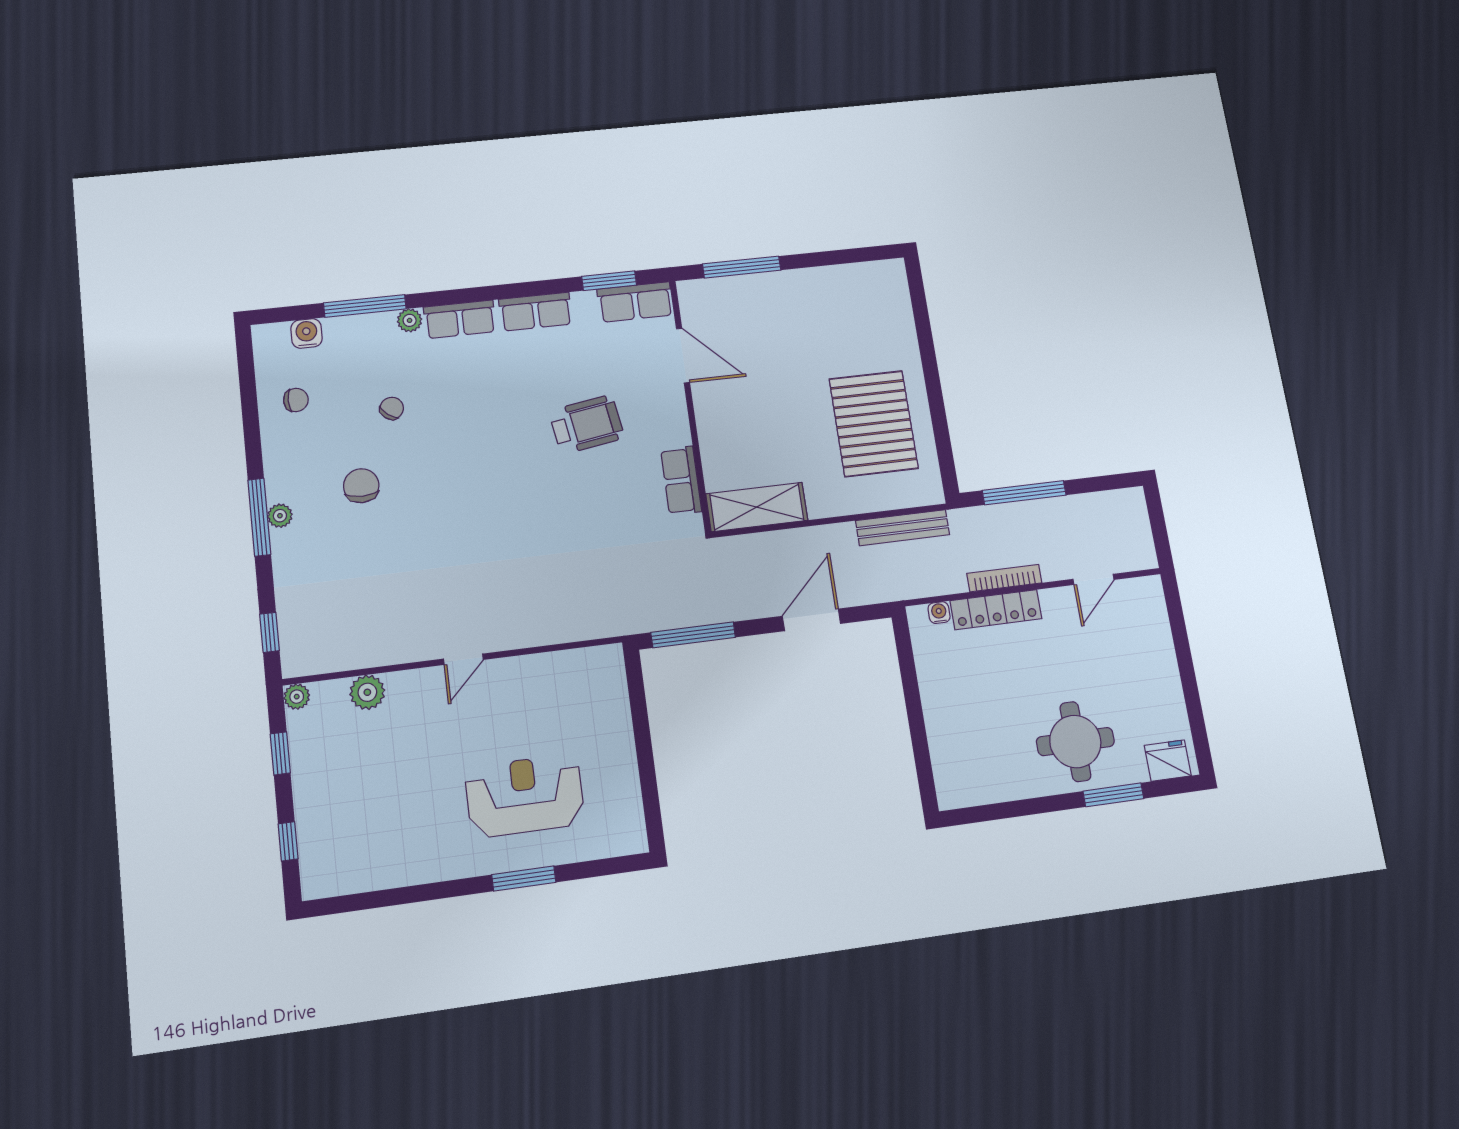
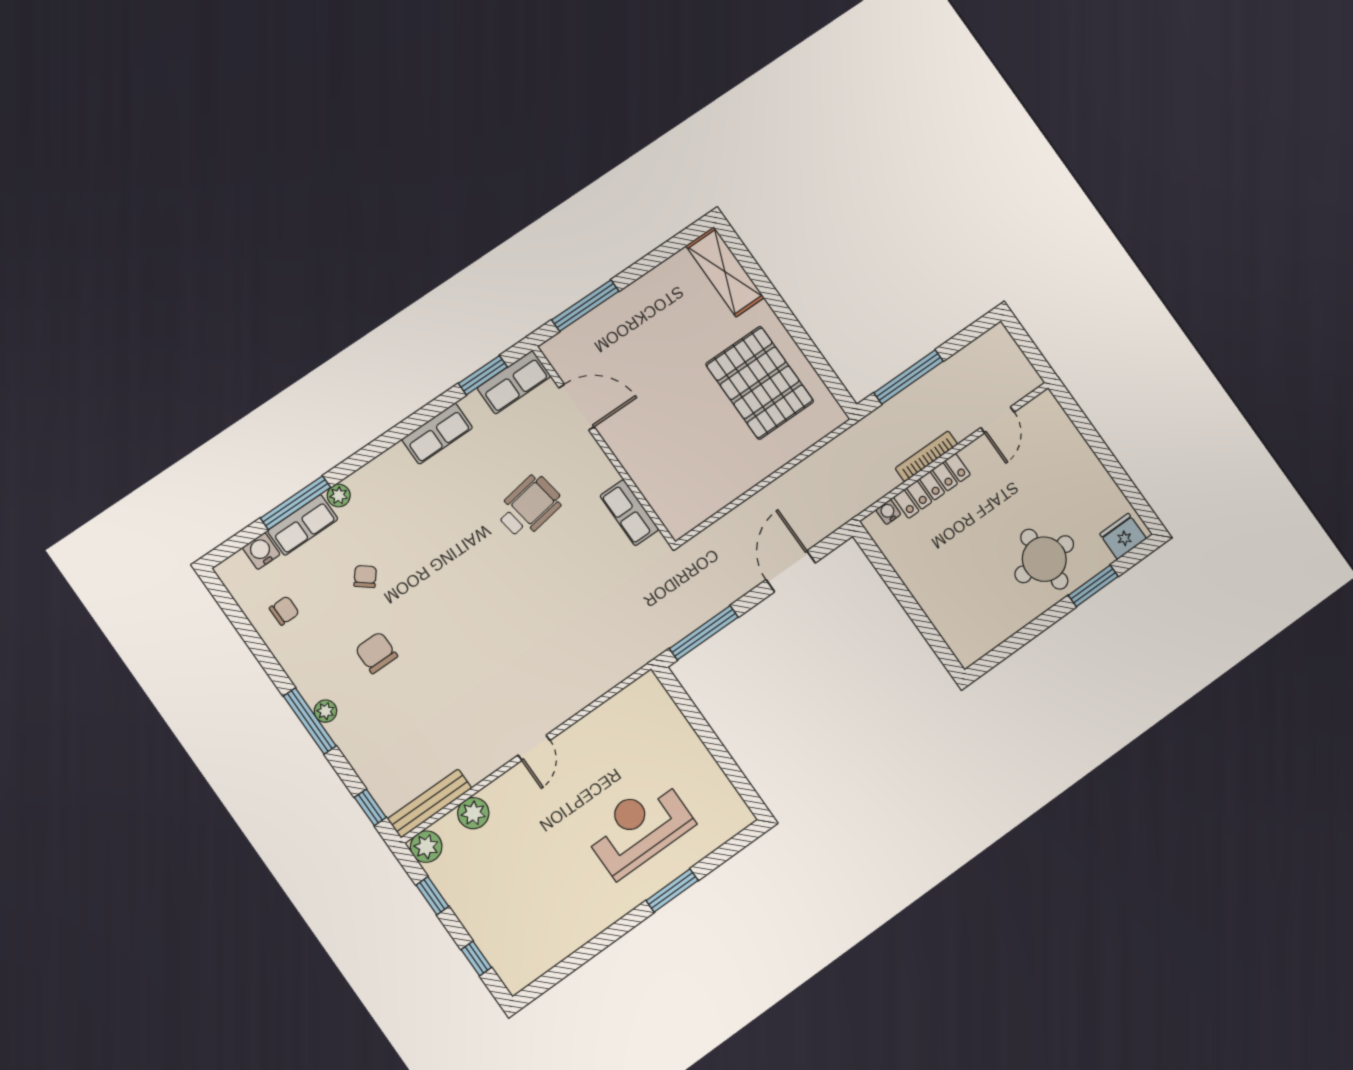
row of seats: (460, 319) -> (303, 525), moved
shelving: (757, 507) -> (725, 272), moved, turned 90
bench: (903, 528) -> (430, 803), moved
plant: (297, 697) -> (426, 847), width x1.38, depth x1.38

